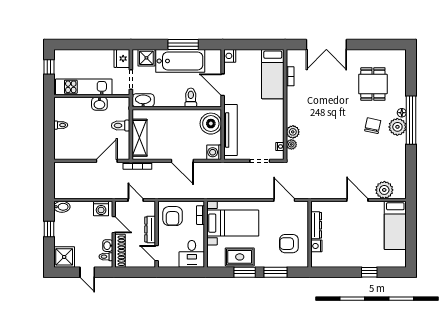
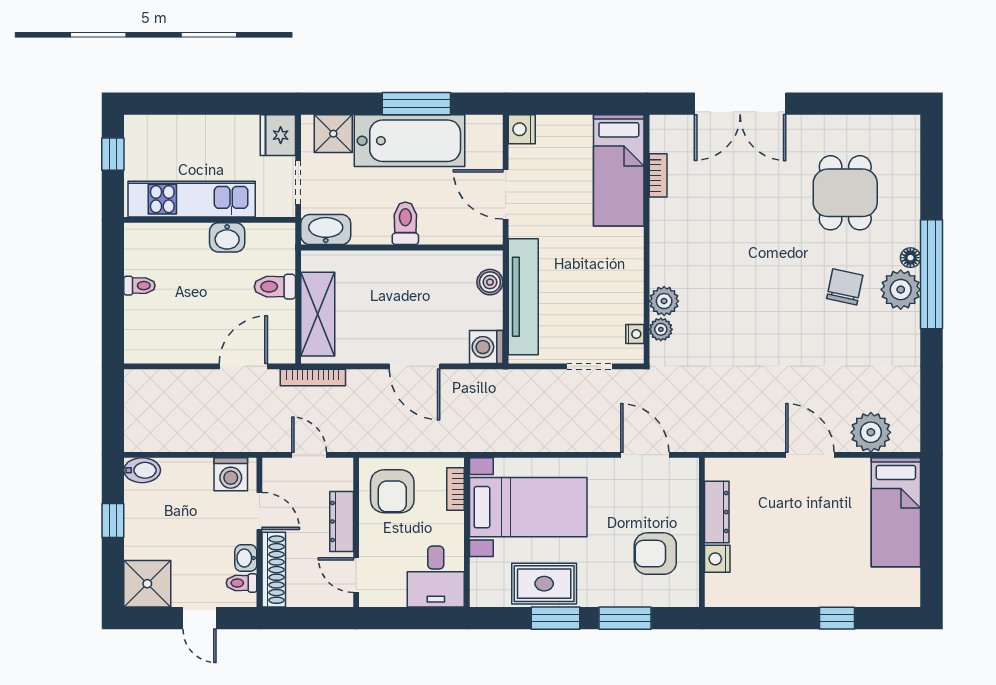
toilet: (191, 97) -> (405, 223), moved
boiler: (211, 124) -> (490, 282), width x0.54, depth x0.54

